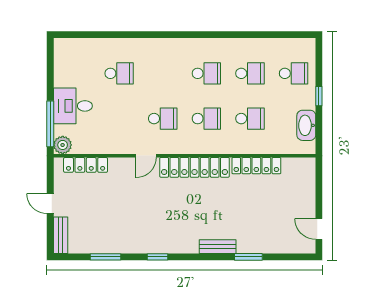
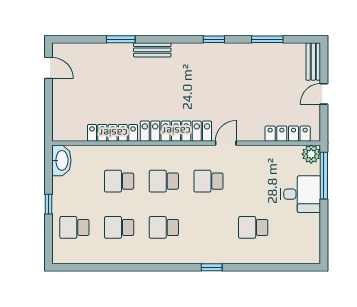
window: (160, 35) -> (212, 267), added
washbasin: (306, 125) -> (61, 160), moved
door: (50, 204) -> (324, 94), swing flipped

